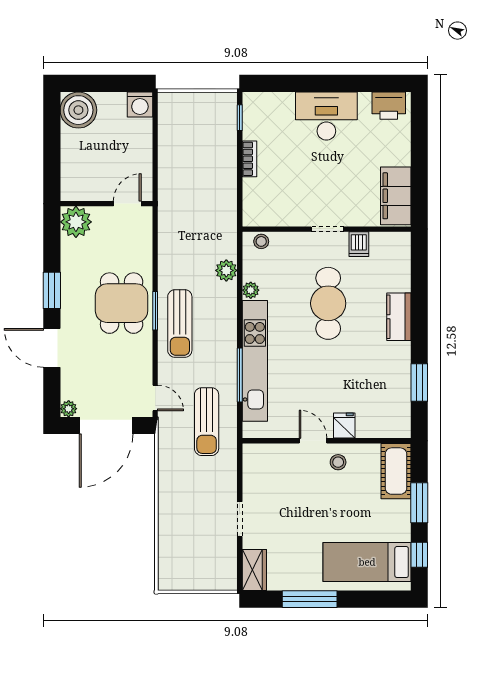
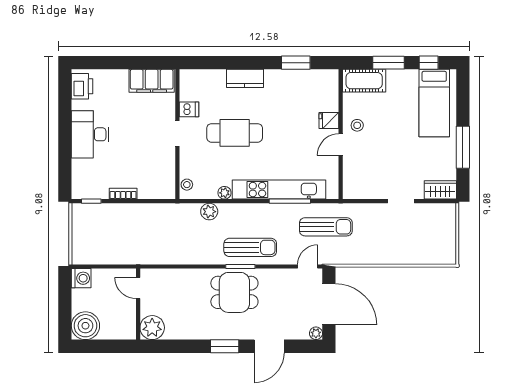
wall: (106, 204) -> (138, 304), moved
door: (127, 204) -> (138, 288), moved
plant: (76, 222) -> (152, 328), moved

